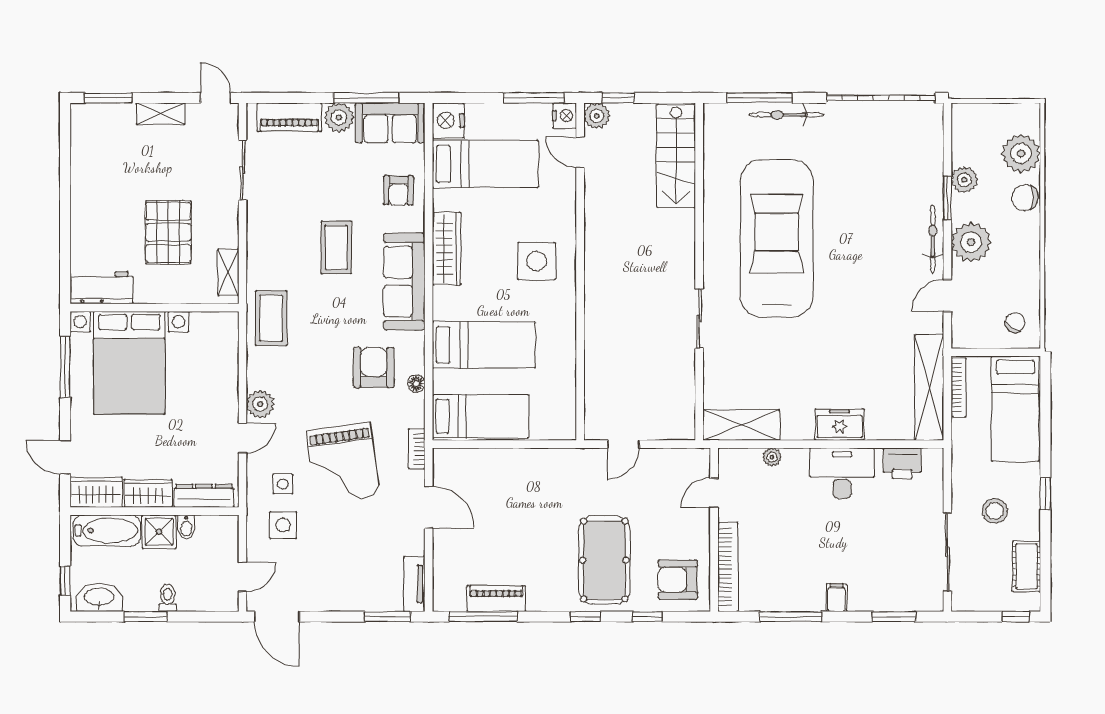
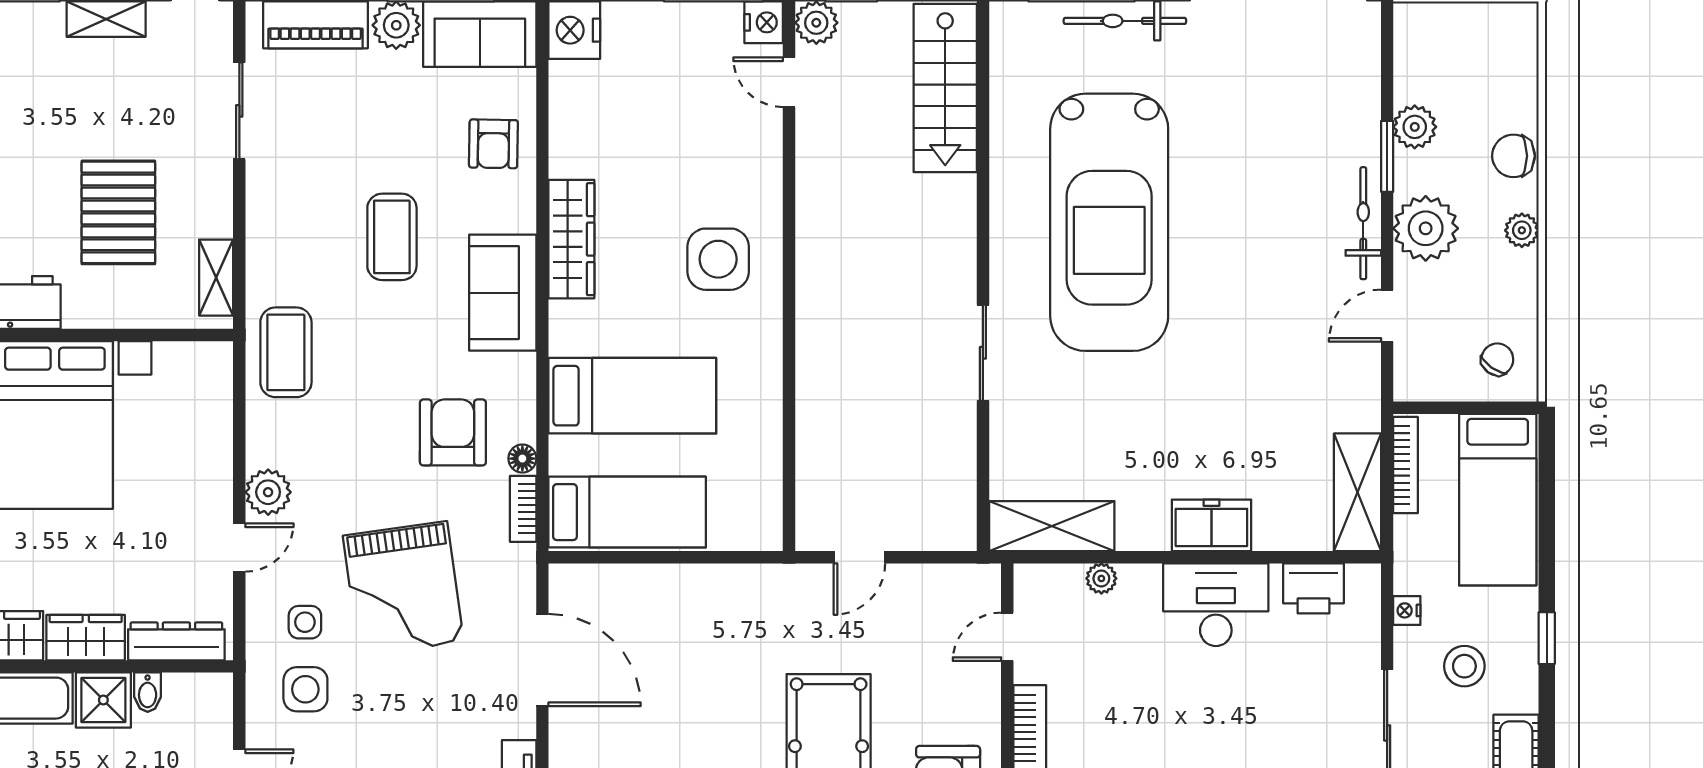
plant: (1021, 153) -> (1522, 230), moved, width x0.53, depth x0.53
bed: (485, 164) -> (635, 101), removed
car: (777, 238) -> (1109, 222), turned 180
sofa: (404, 282) -> (503, 293), width x0.73
shelving: (929, 387) -> (1358, 492), width x0.68
bookcase: (417, 449) -> (523, 509), moved
nightstand: (959, 477) -> (1407, 610), added
door: (429, 507) -> (542, 660), width x1.36

